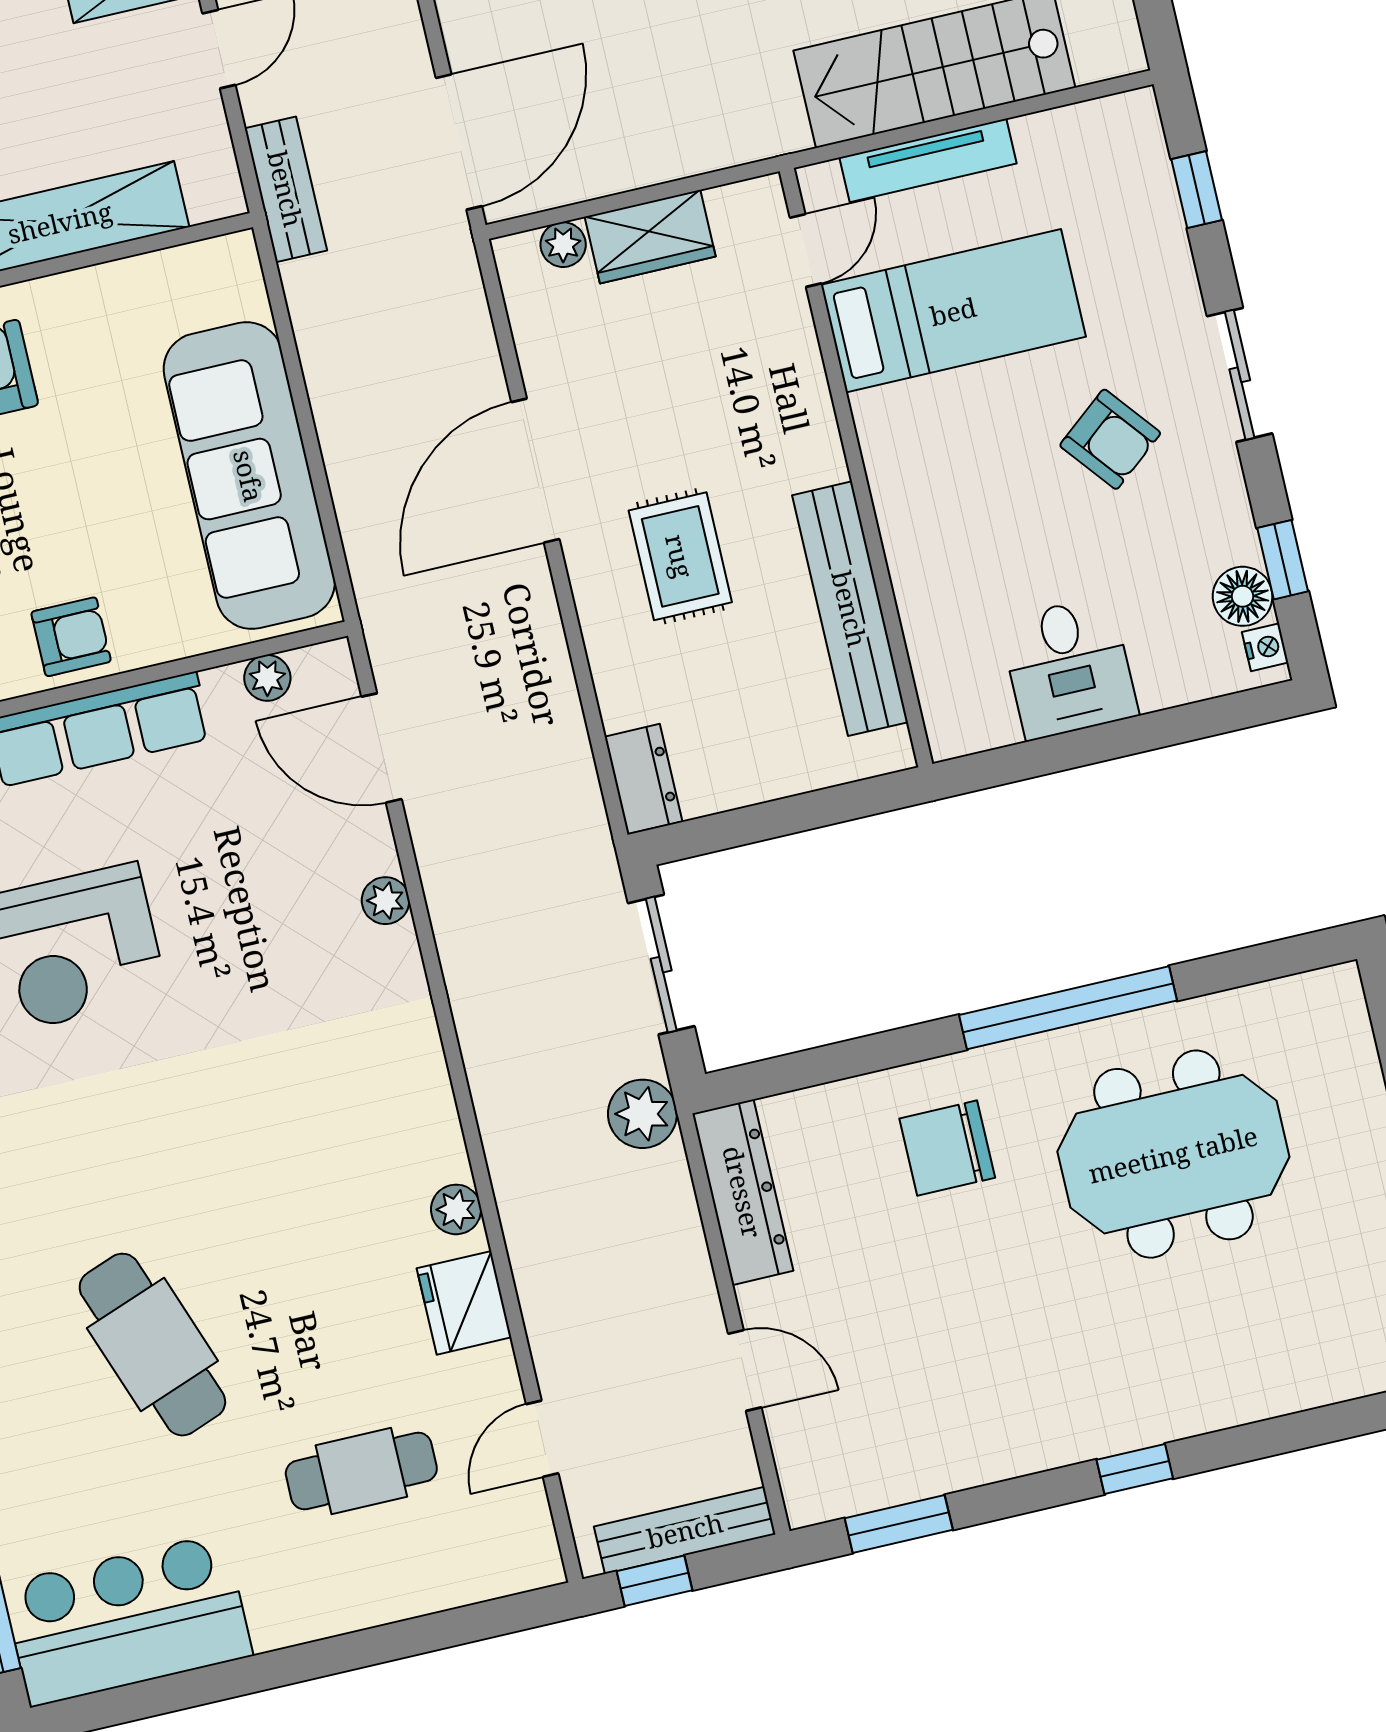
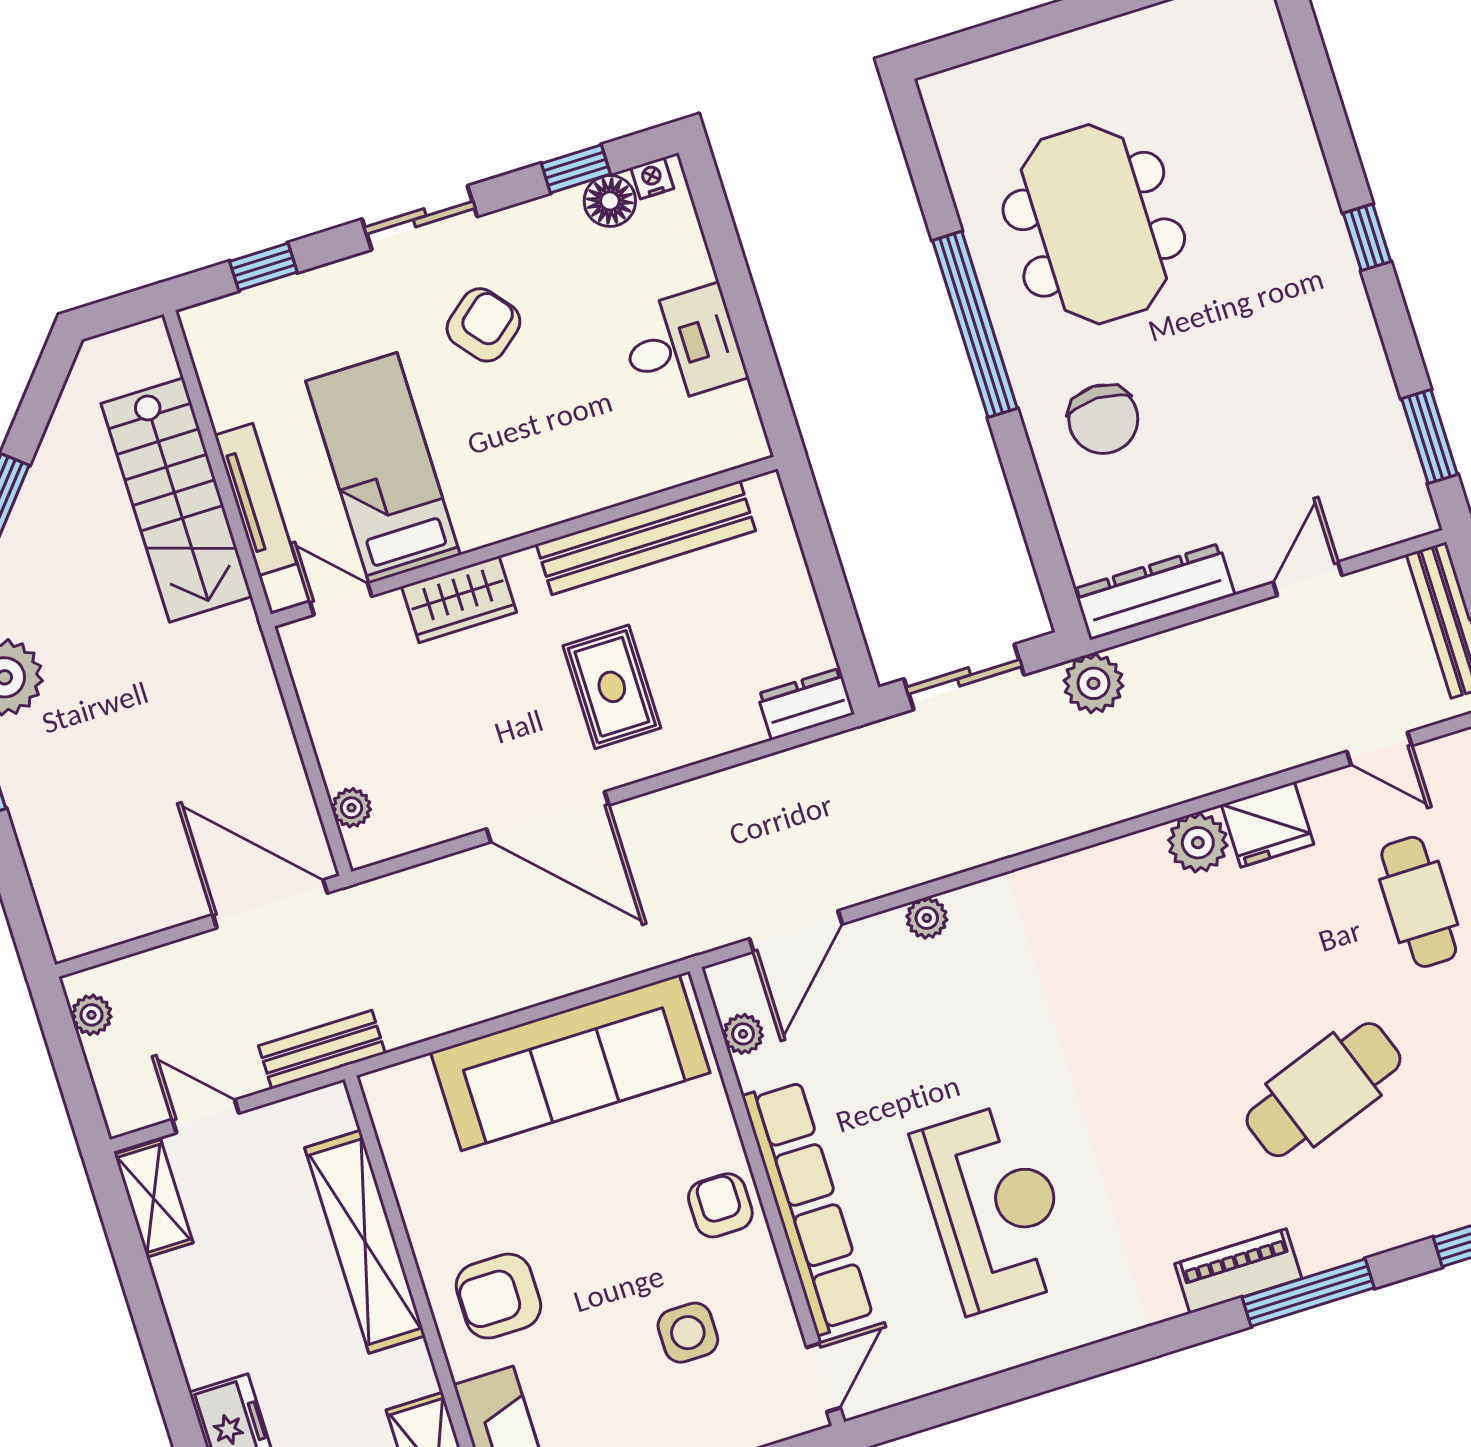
wardrobe: (650, 237) -> (459, 599), moved, turned 90
rug: (680, 556) -> (612, 687), turned 90
plant: (456, 1209) -> (1198, 843), width x1.38, depth x1.38

